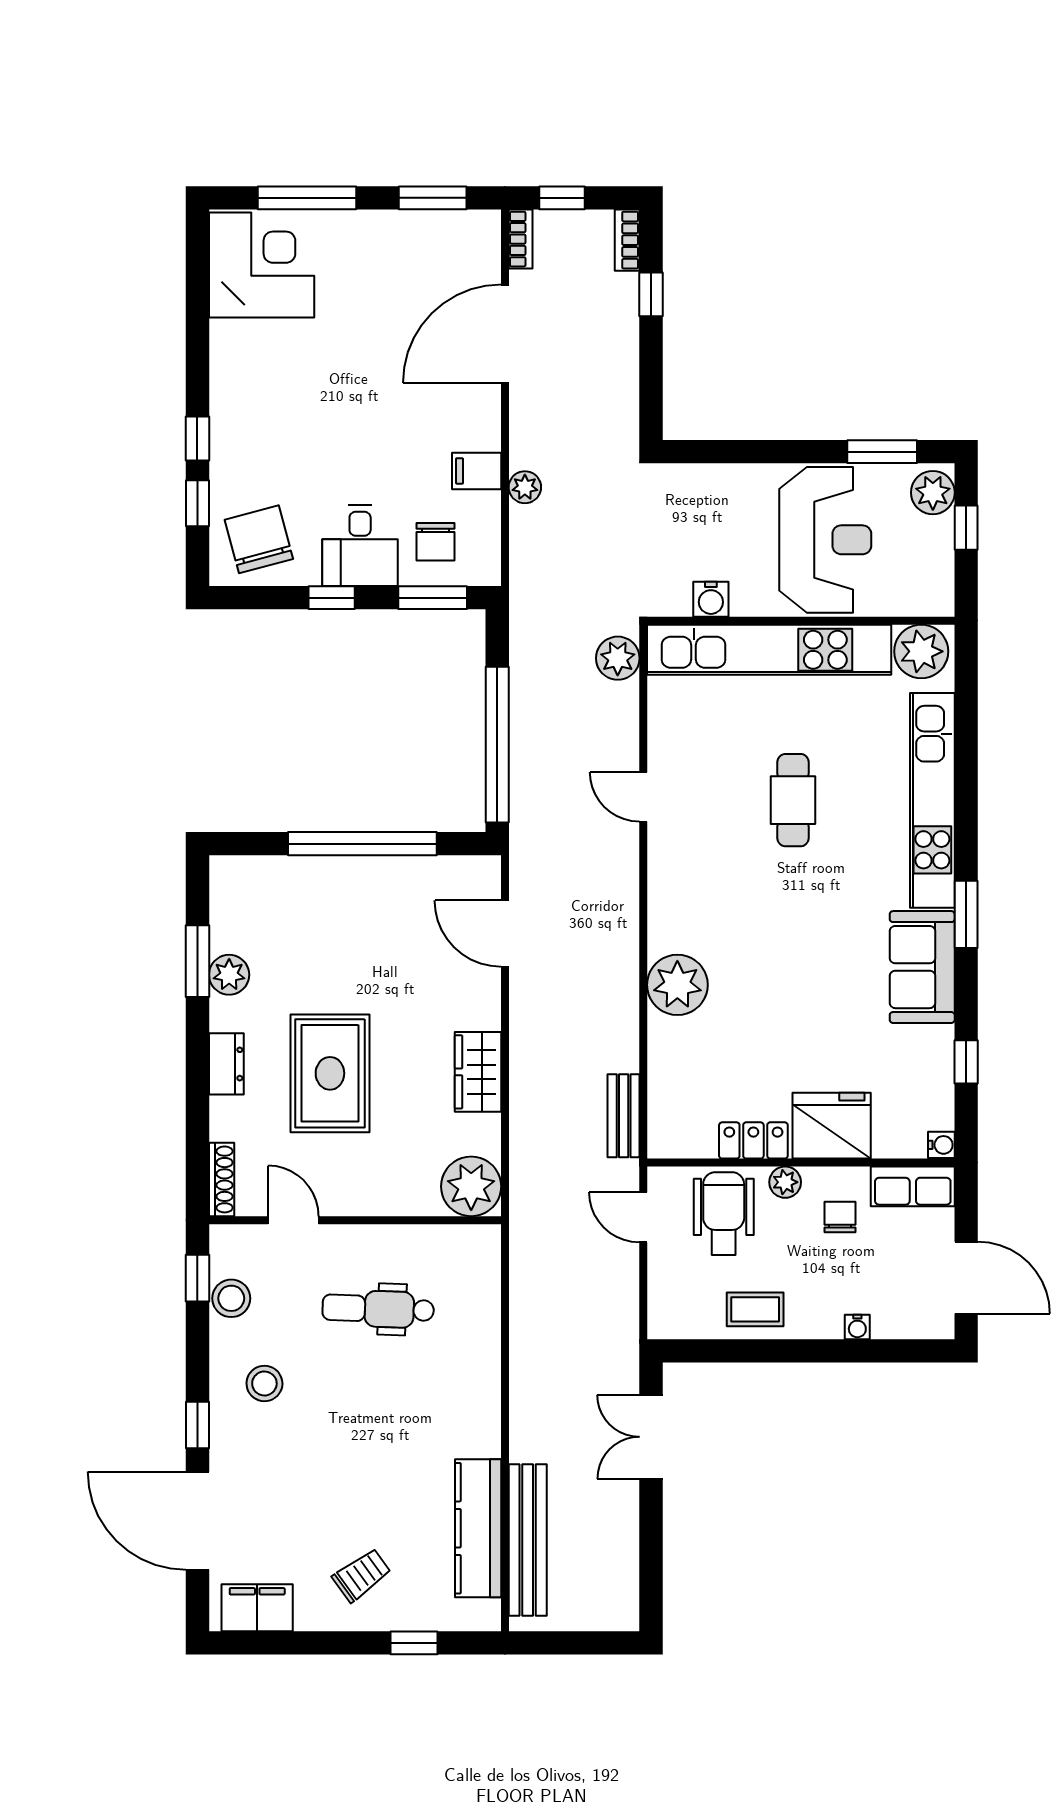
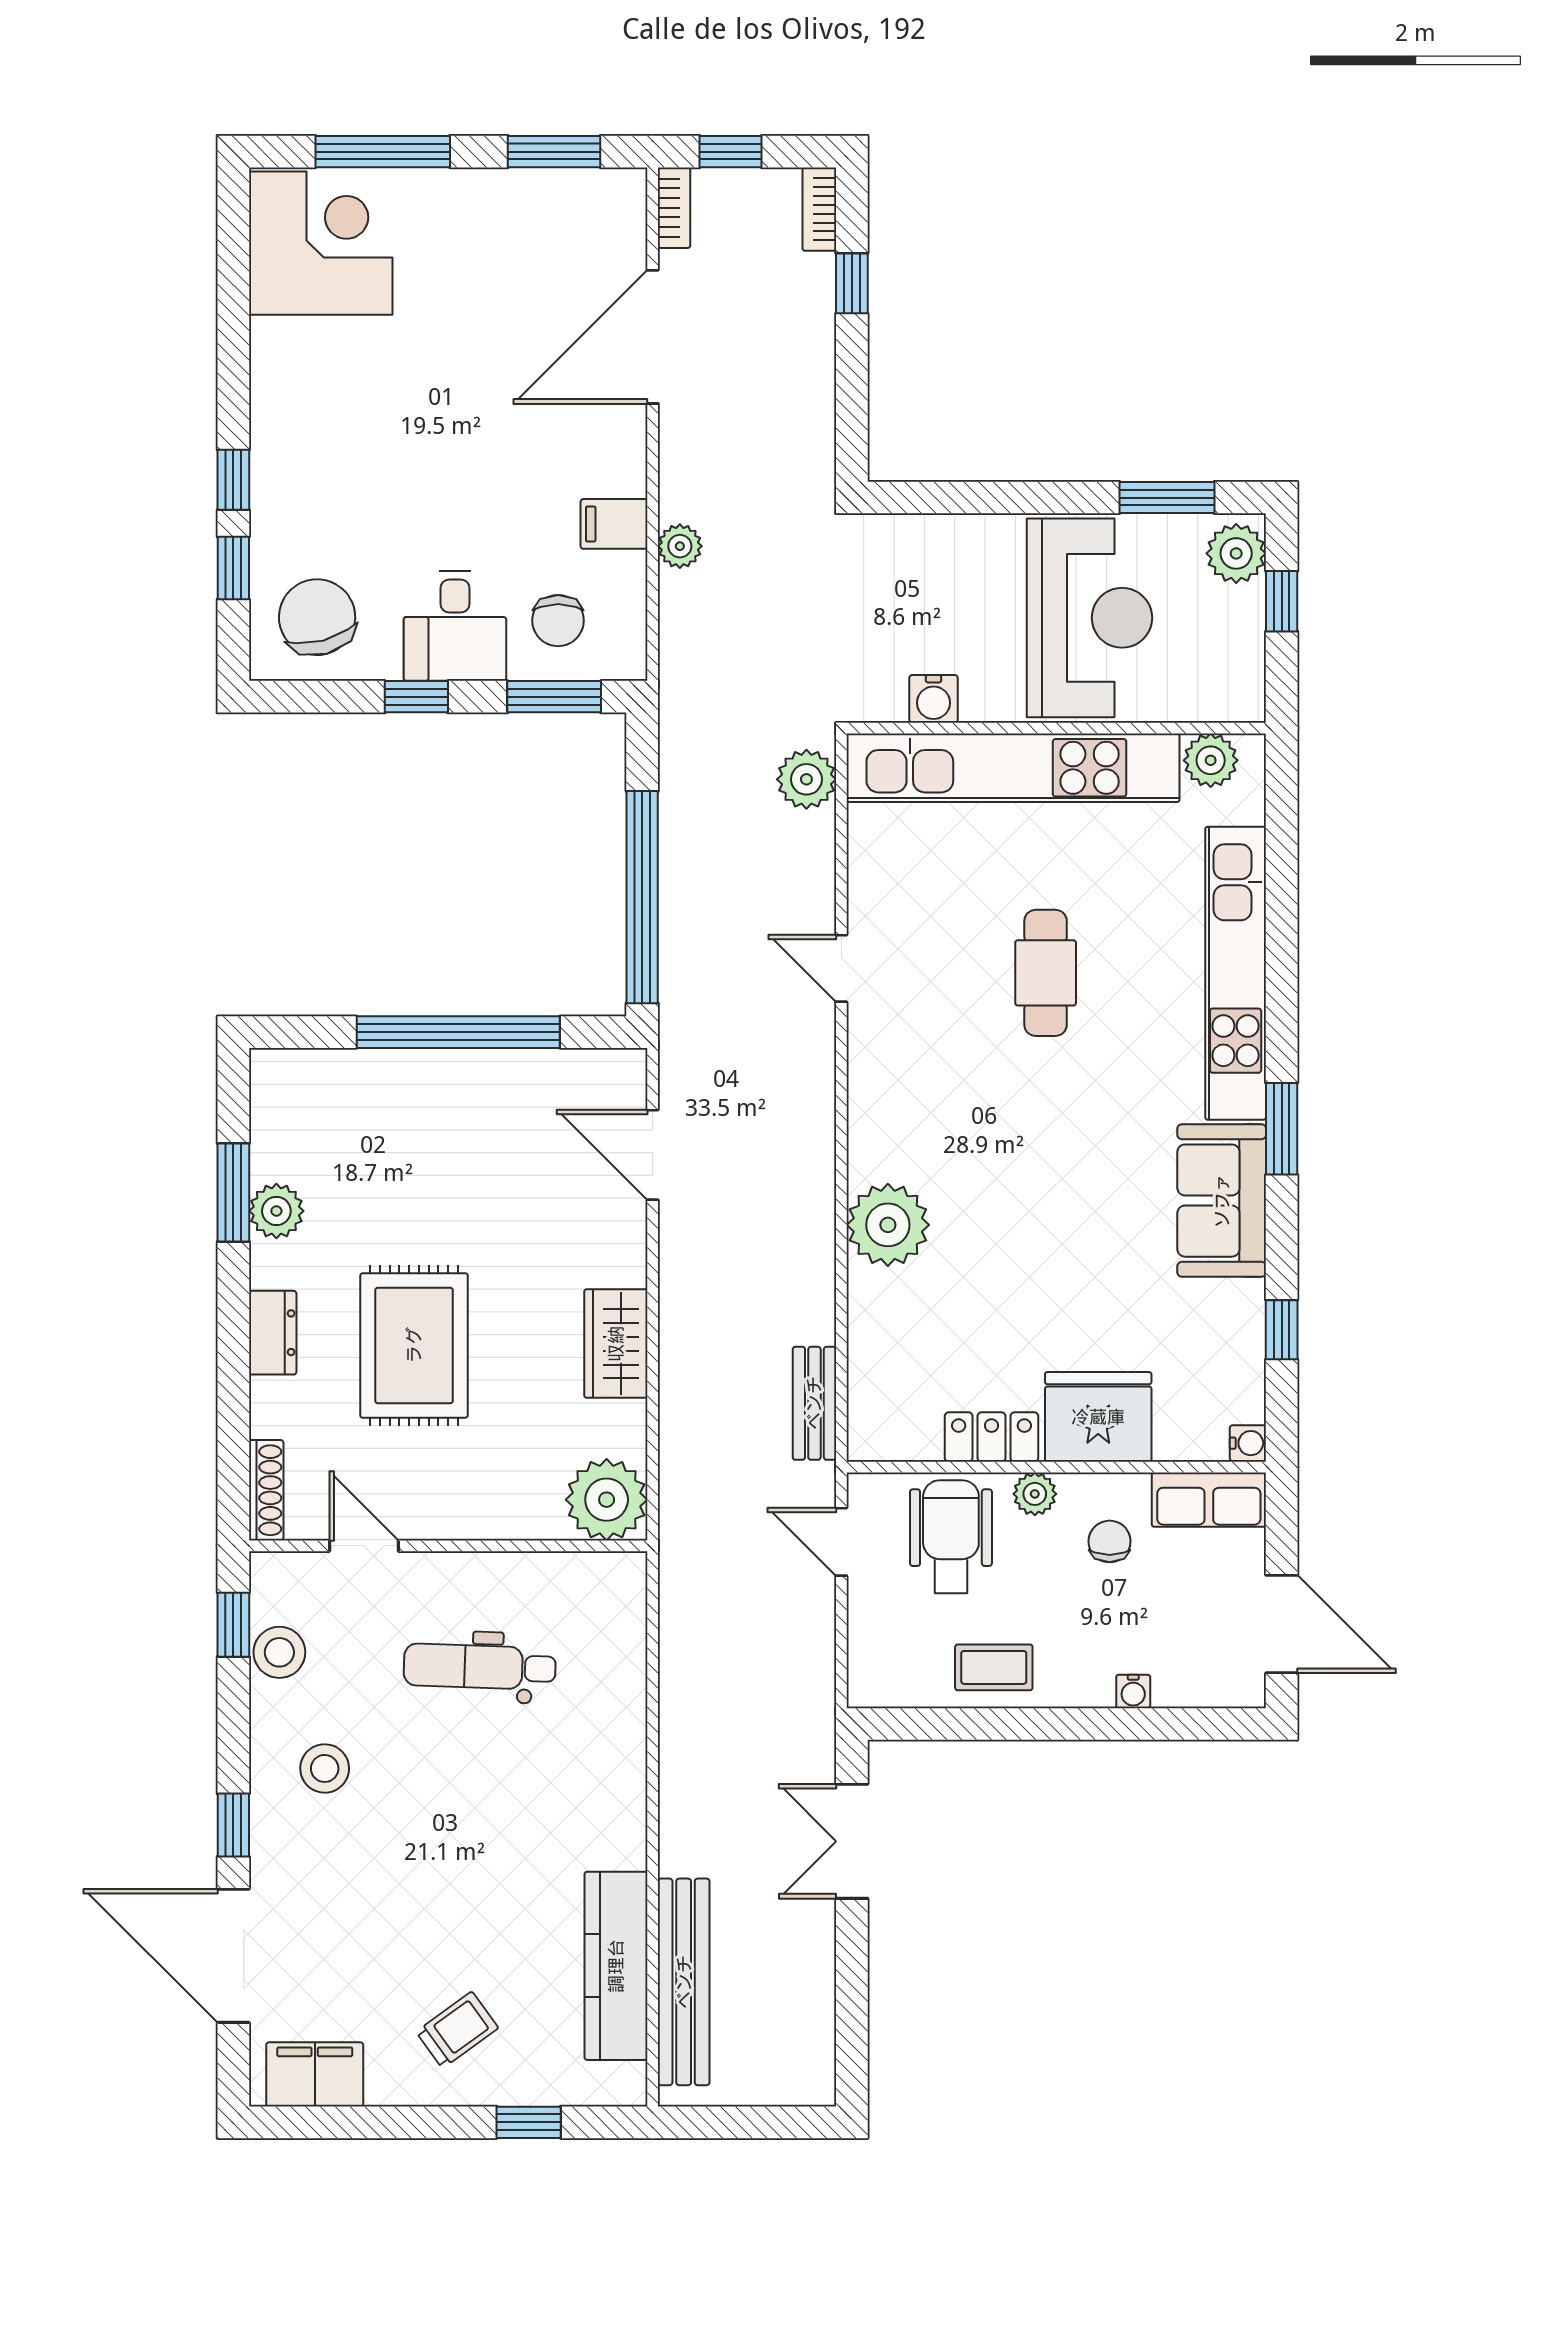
plant: (921, 651) -> (1211, 760), width x0.73, depth x0.73

